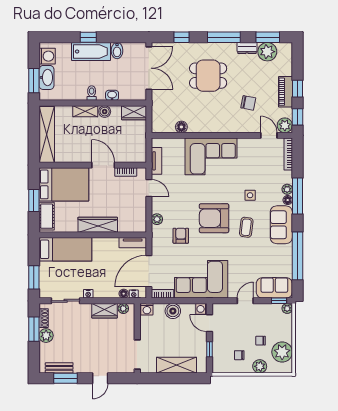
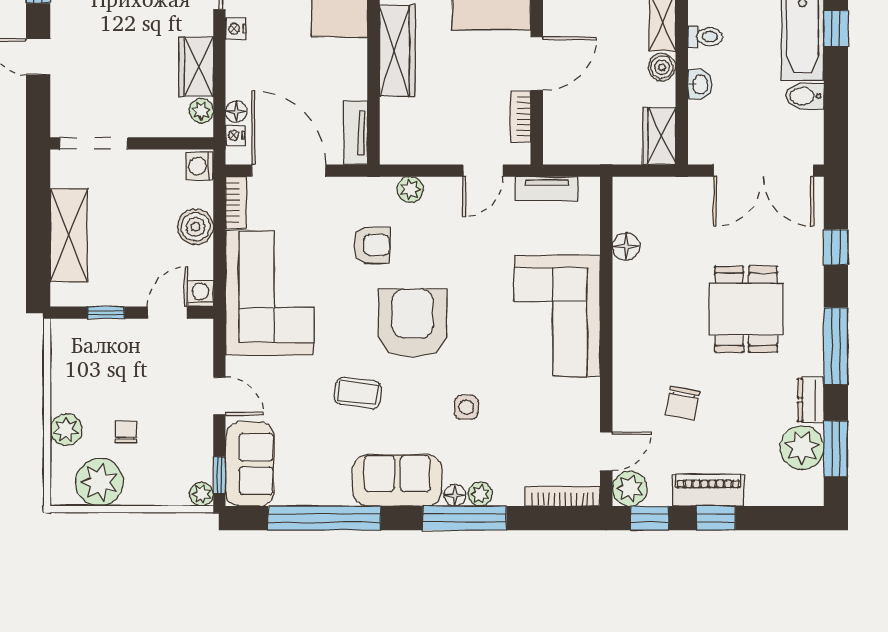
coffee table: (246, 227) -> (358, 393), moved
chair: (239, 355) -> (92, 382), removed

